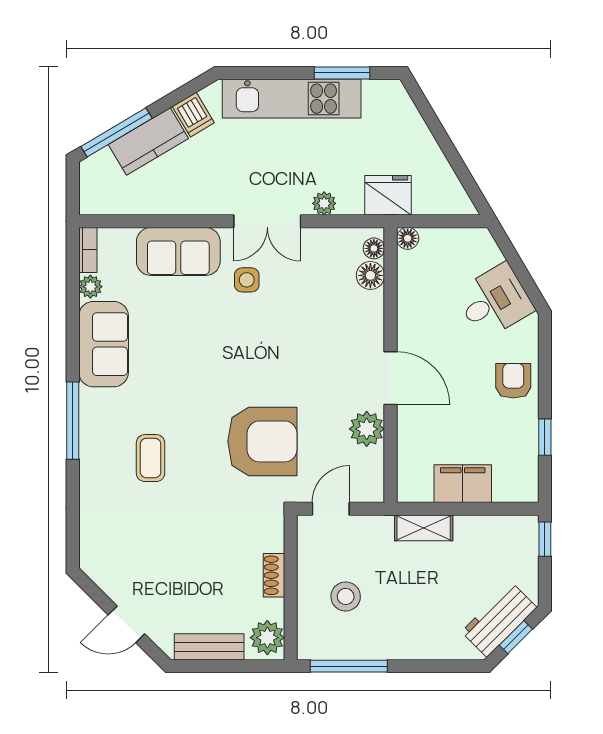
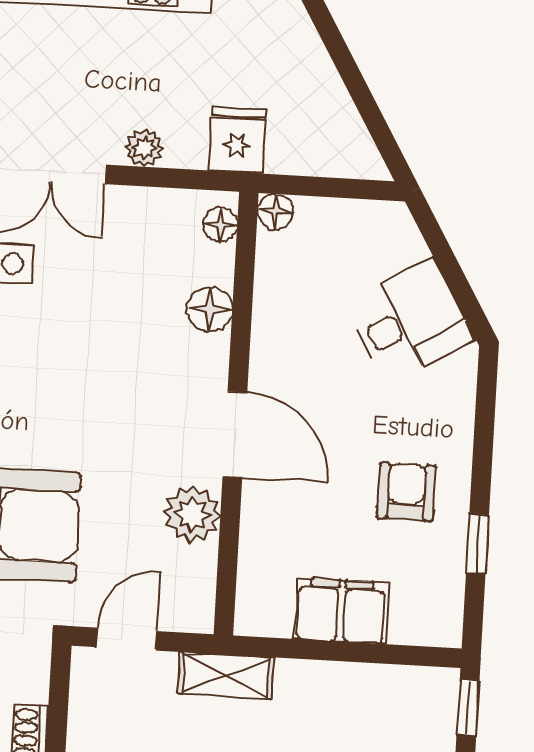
fridge: (388, 195) -> (238, 140), width x0.72
floor lamp: (370, 275) -> (210, 309), moved
armchair: (513, 381) -> (406, 492), moved
shelving: (424, 528) -> (226, 676), moved

